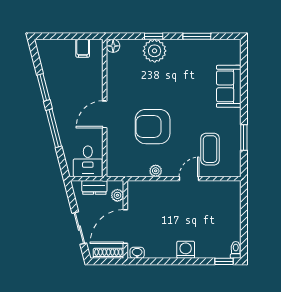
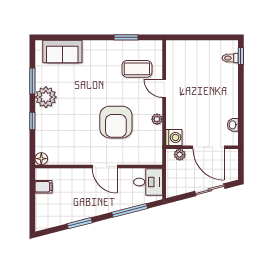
plant: (155, 51) -> (46, 97), moved
sofa: (229, 86) -> (62, 52), moved
window: (54, 128) -> (130, 210), moved
dresser: (94, 187) -> (172, 176), removed
washing machine: (186, 250) -> (174, 137), moved, turned 180
toilet: (236, 250) -> (230, 58), moved
shoe rack: (108, 253) -> (233, 163), removed
washbasin: (137, 253) -> (233, 125), moved

